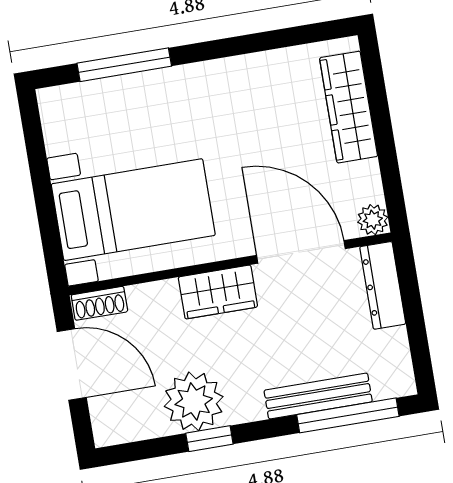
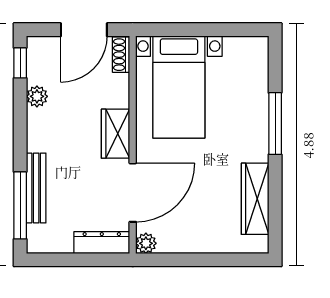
window: (124, 65) -> (275, 124), moved
wardrobe: (349, 107) -> (255, 199), moved, turned -90
plant: (194, 401) -> (37, 96), width x0.53, depth x0.53
window: (209, 439) -> (20, 63), moved

